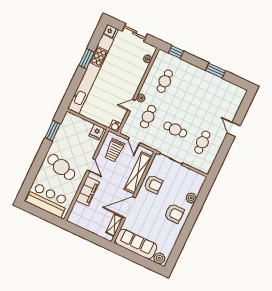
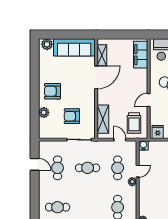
cafe table: (219, 107) -> (58, 207), added
door: (234, 129) -> (35, 164), moved
trolley: (114, 150) -> (134, 123), turned 180
door: (91, 165) -> (149, 100), hinge flipped
shelving: (138, 173) -> (103, 119), width x0.68
armchair: (153, 184) -> (72, 116), moved
filing cabinet: (88, 191) -> (141, 55), moved

